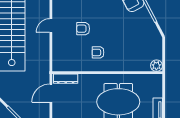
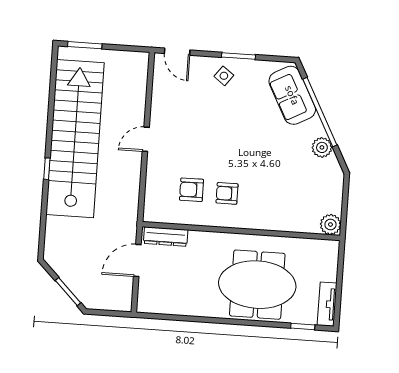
plant: (149, 23) -> (322, 147), added
armchair: (83, 29) -> (192, 190), moved

